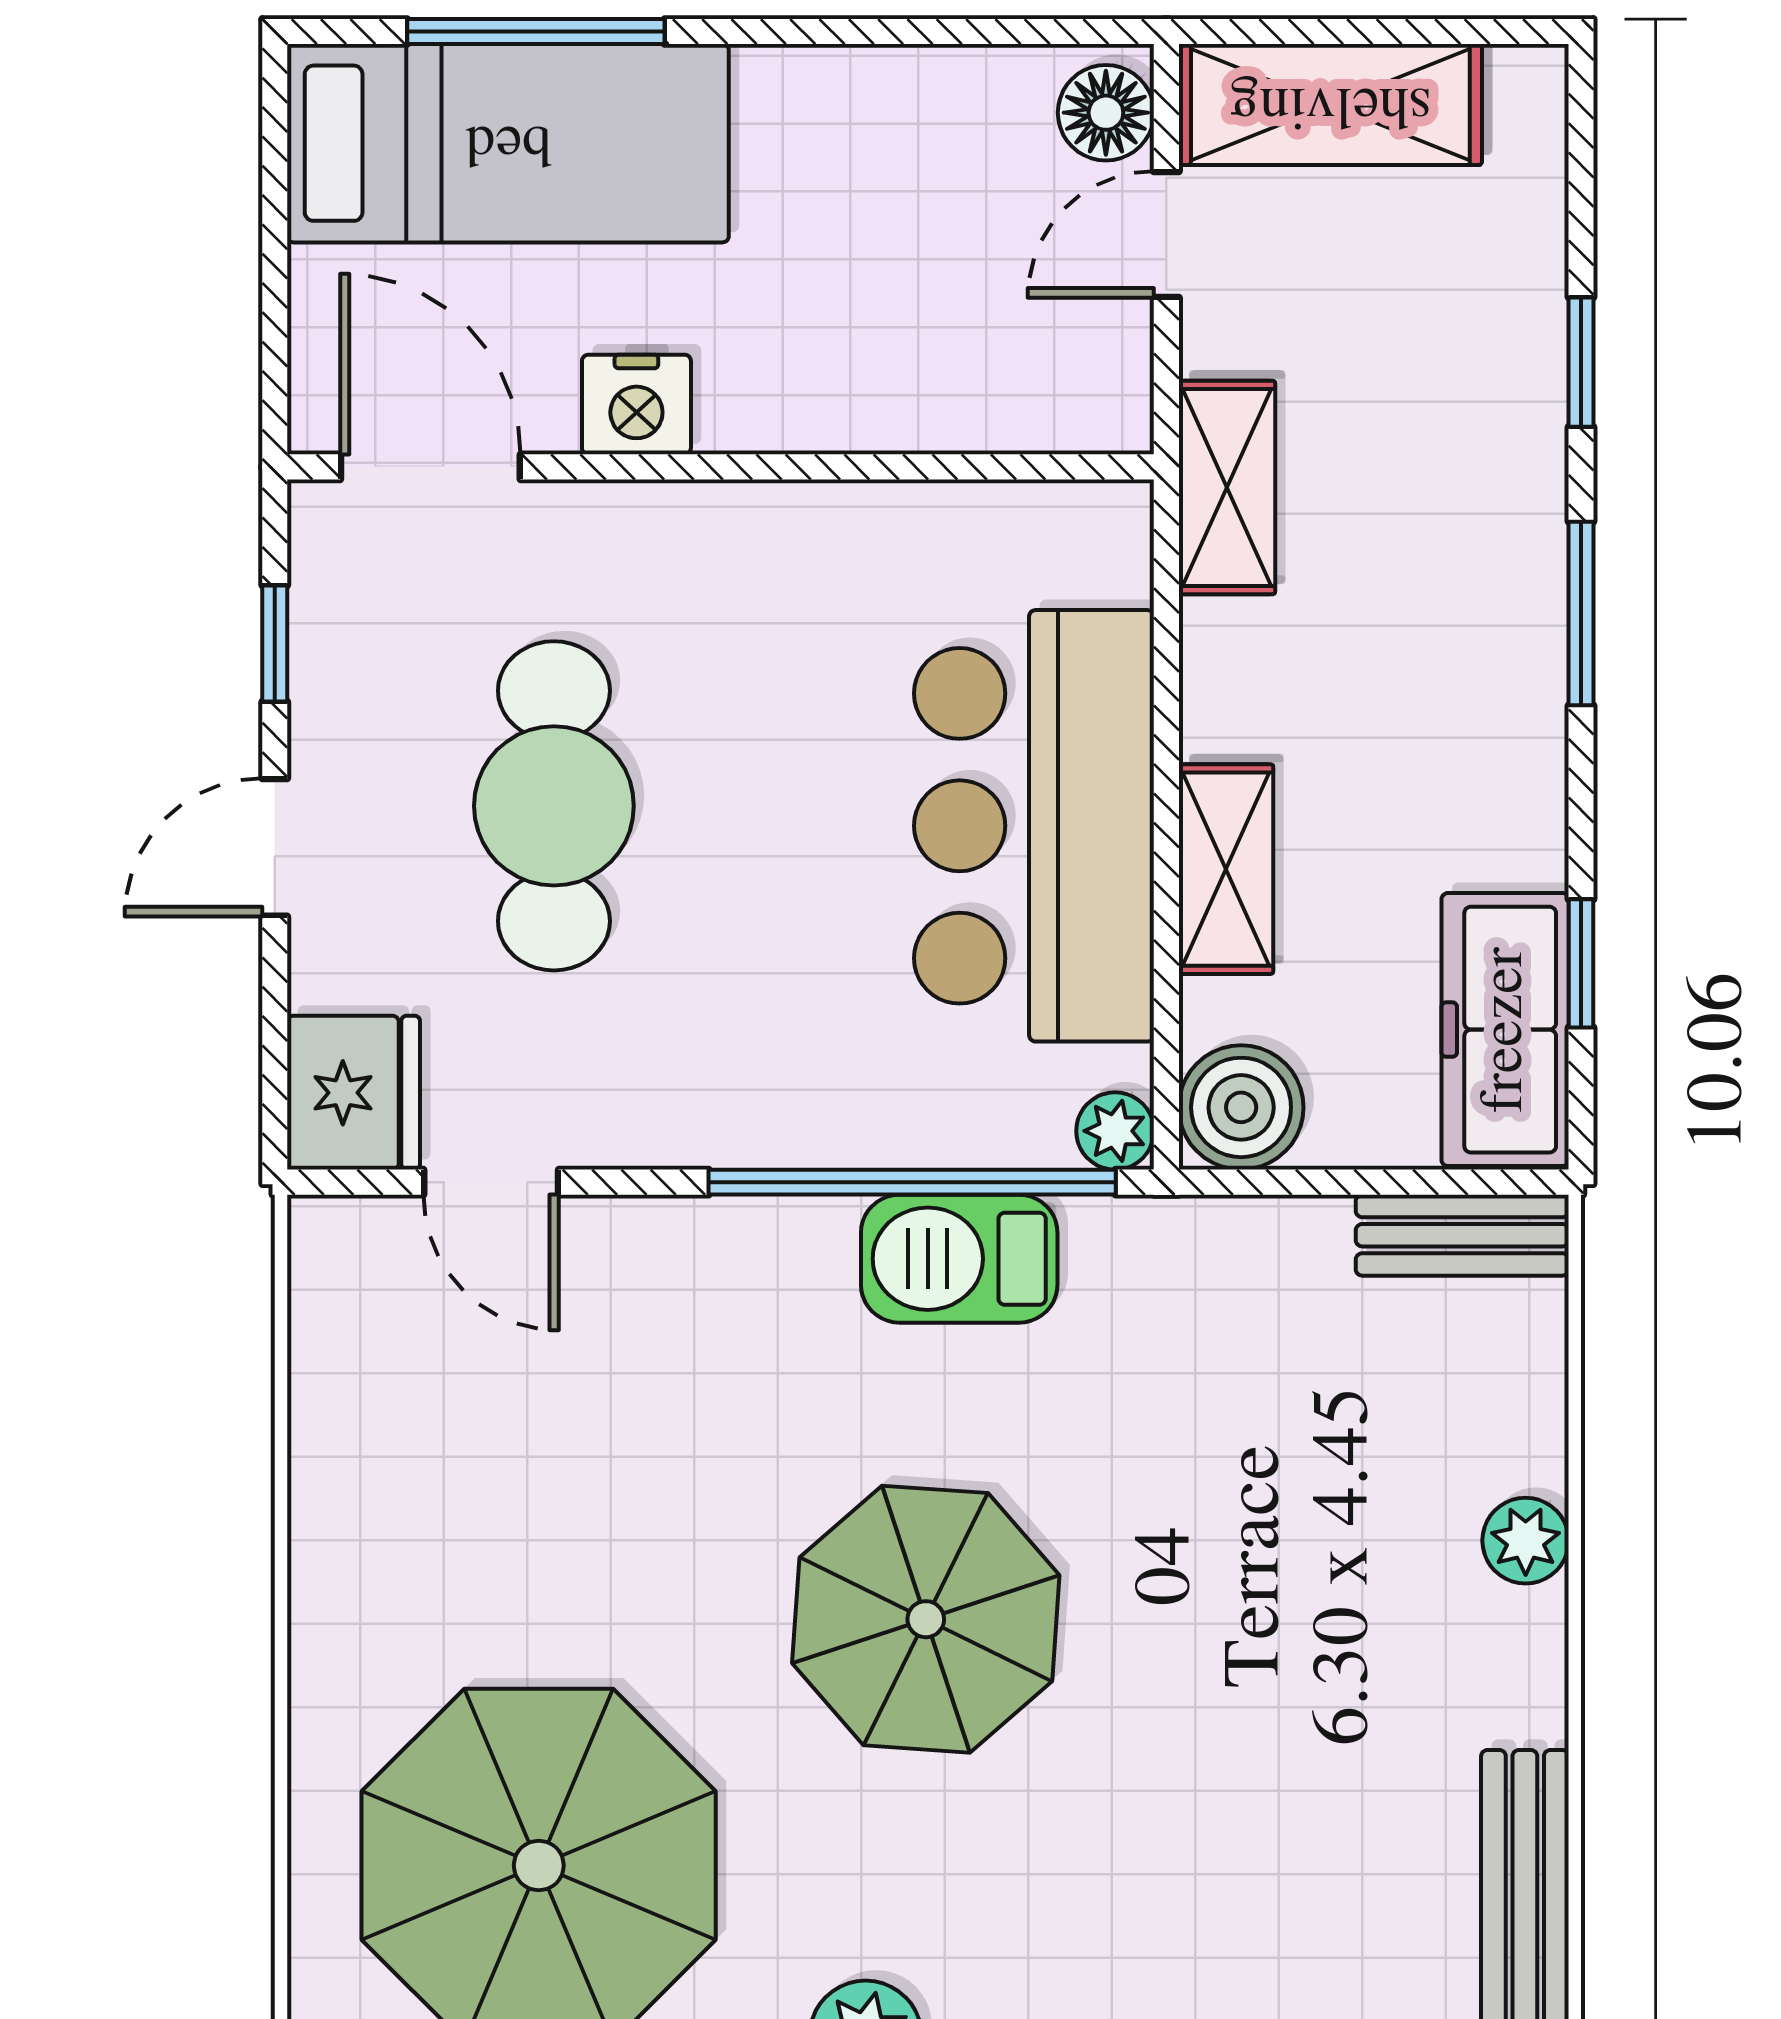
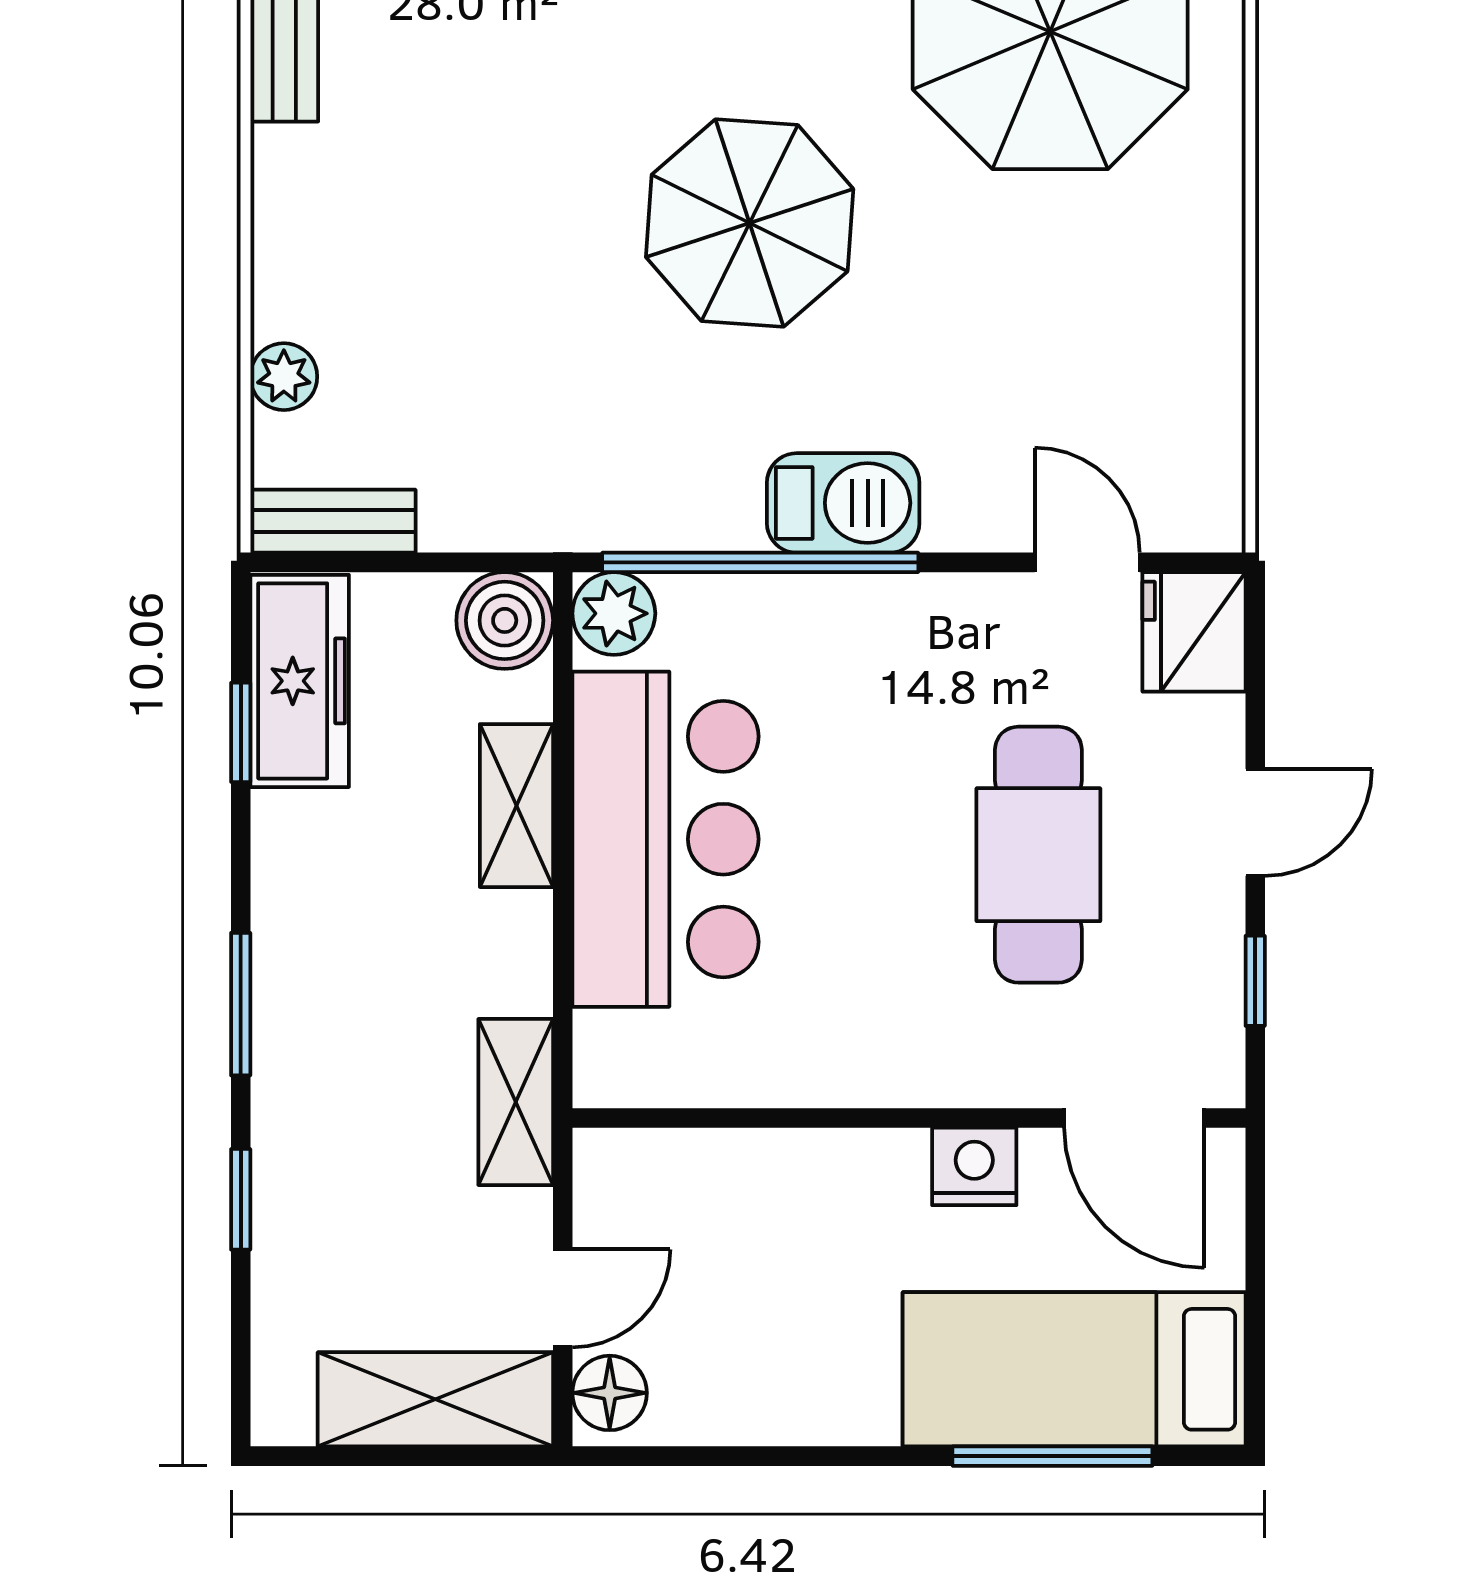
plant: (1115, 1131) -> (614, 613), width x1.38, depth x1.38
barbecue: (959, 1259) -> (843, 503), moved
plant: (1526, 1541) -> (284, 377), moved

